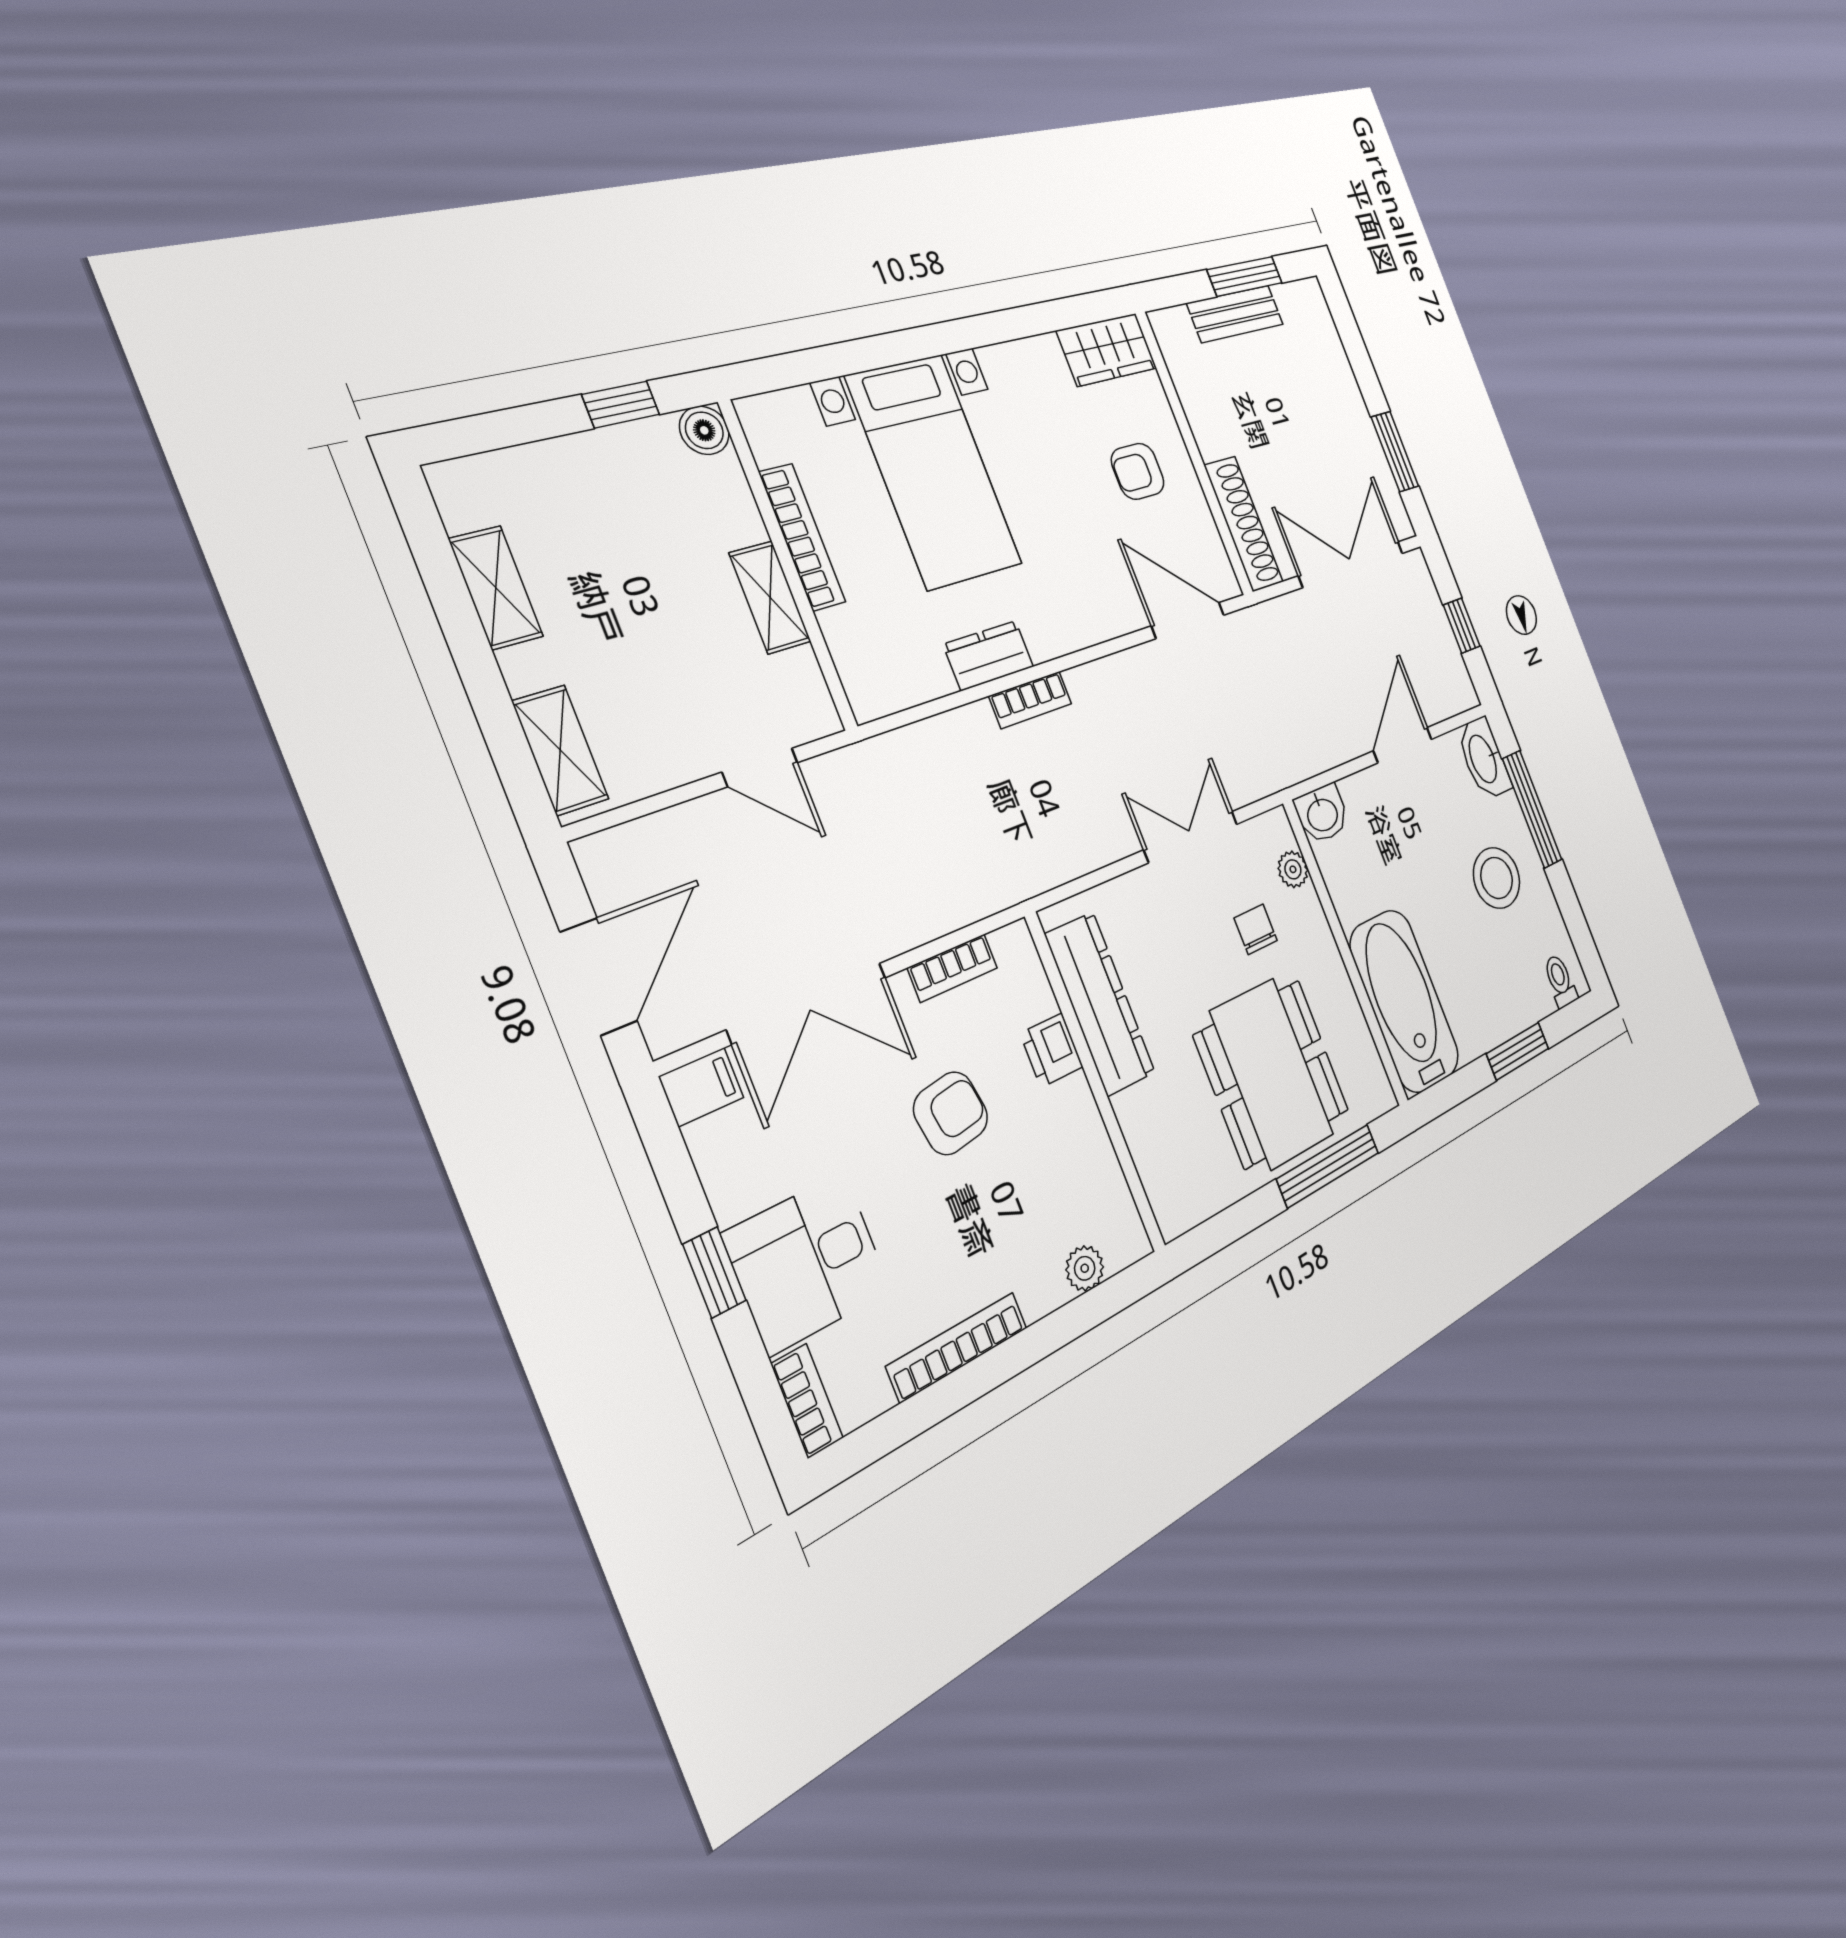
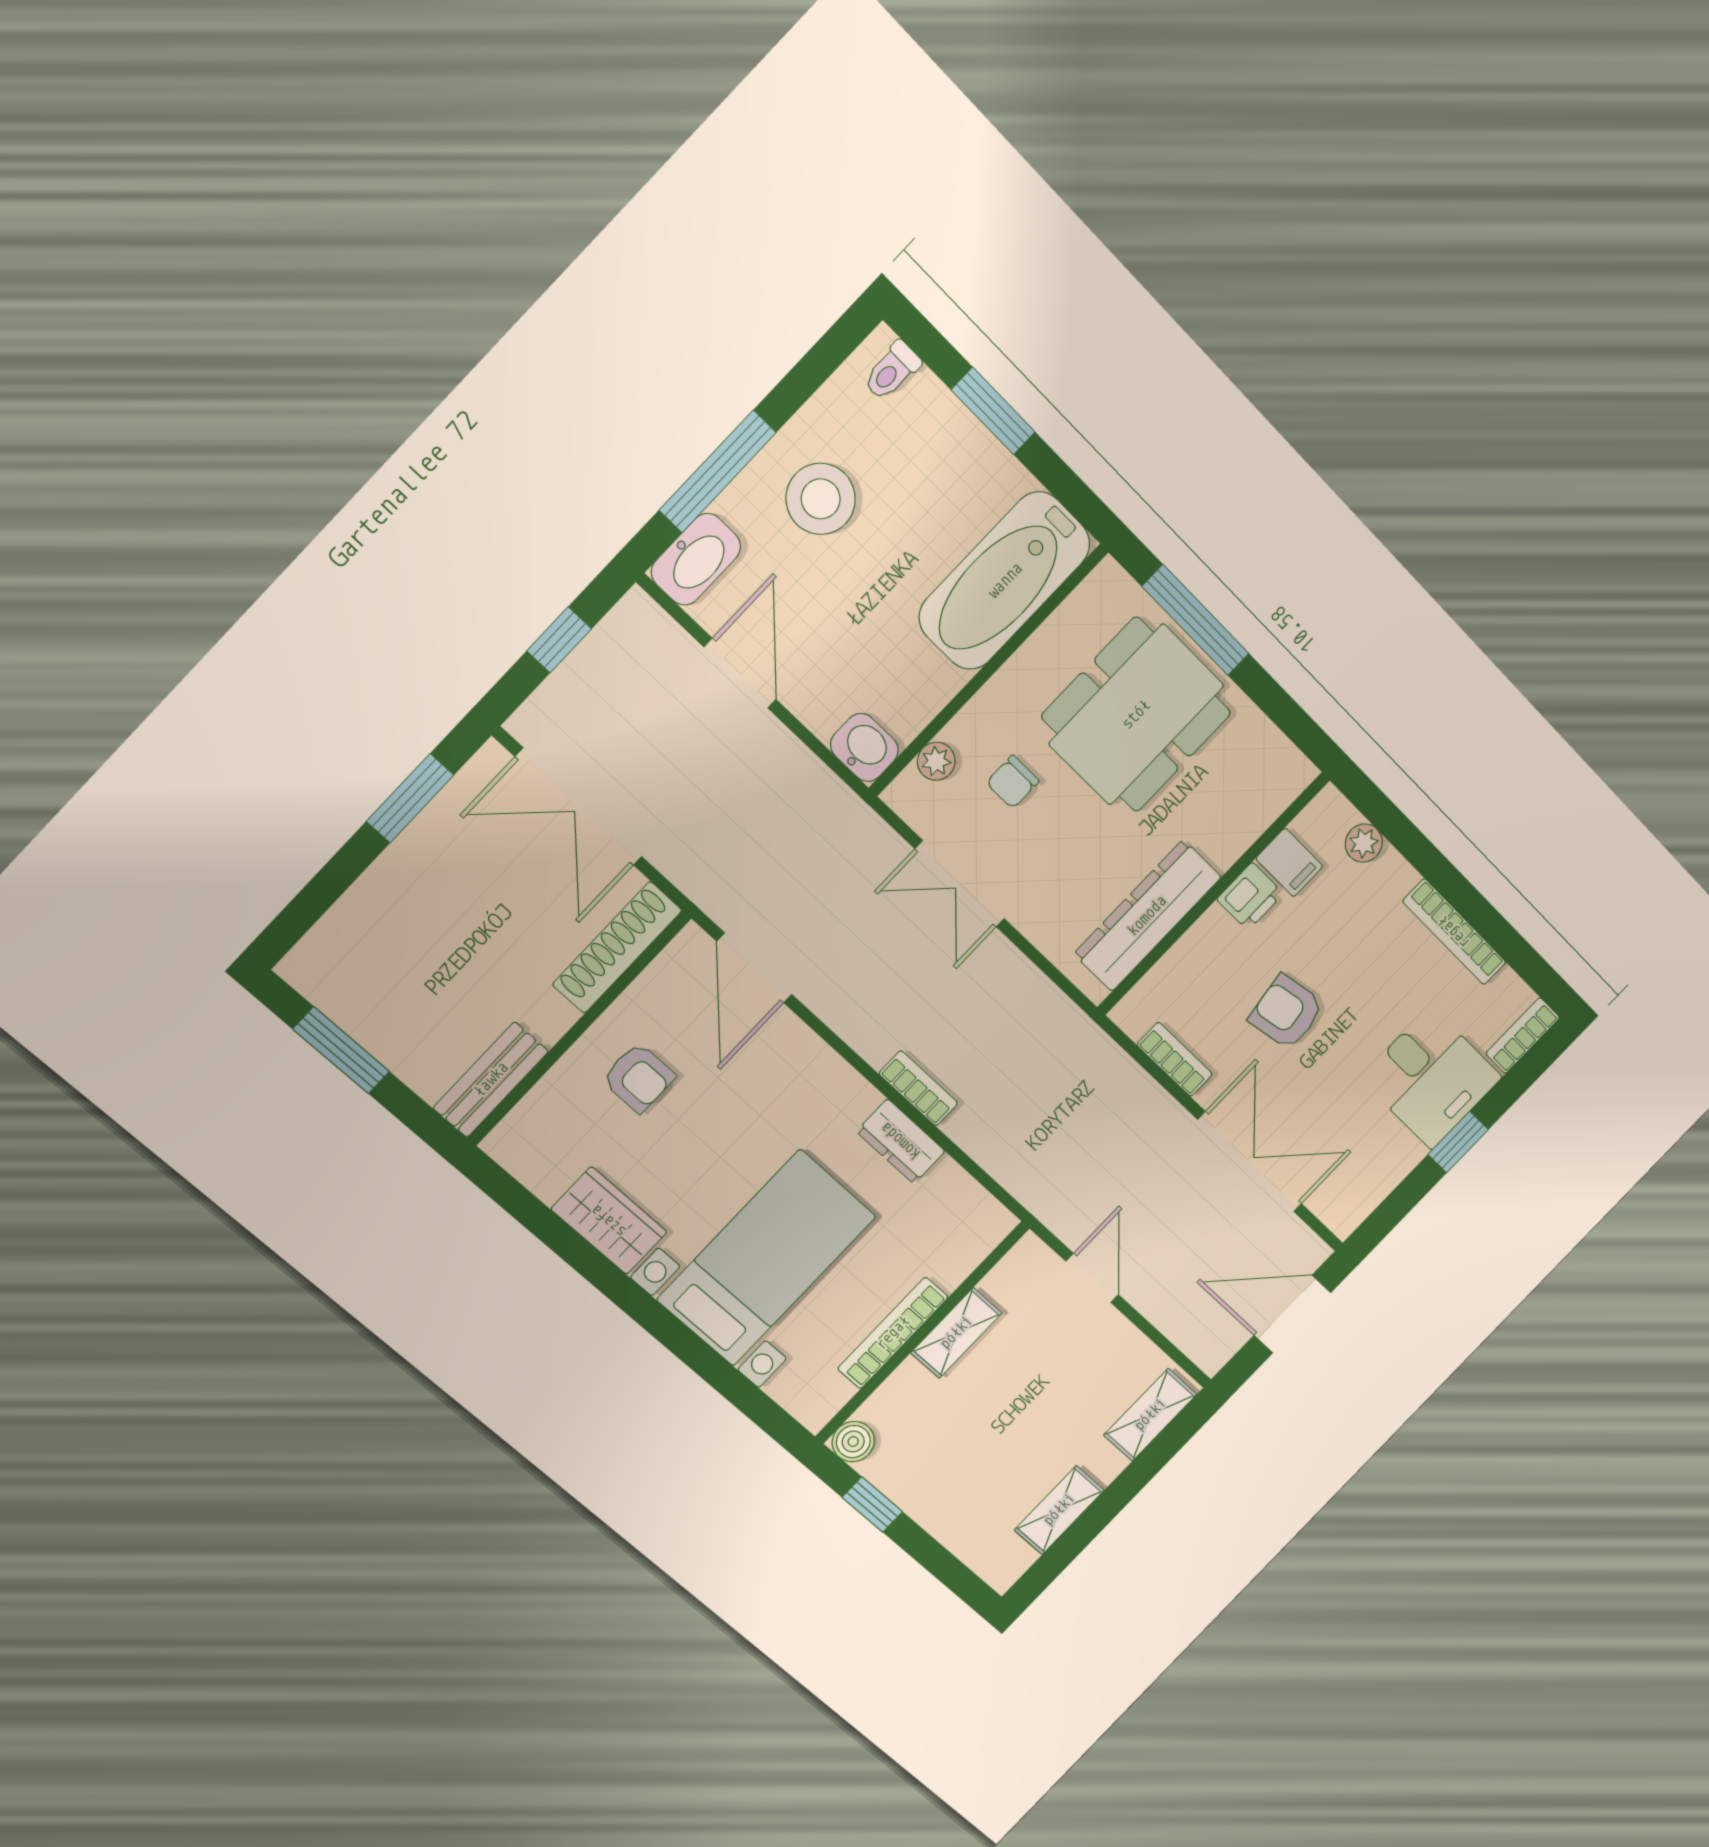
bench: (1235, 314) -> (491, 1080), moved, turned 90
wardrobe: (1107, 350) -> (609, 1221), moved
door: (1403, 745) -> (740, 673), swing flipped
printer: (1052, 1050) -> (1250, 896), moved
filing cabinet: (701, 1087) -> (1289, 862), moved, turned 180

